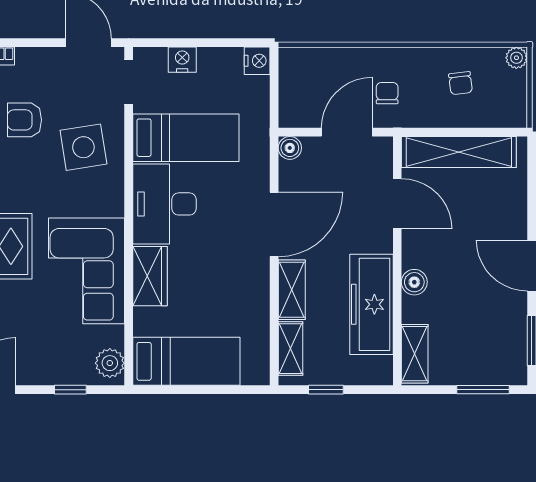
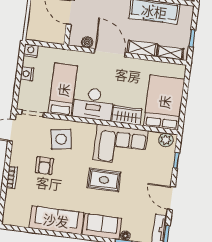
nightstand: (182, 60) -> (27, 74), moved
boiler: (290, 148) -> (87, 42), moved
bed: (186, 361) -> (164, 102), width x1.50

